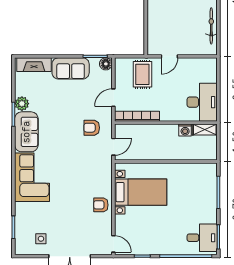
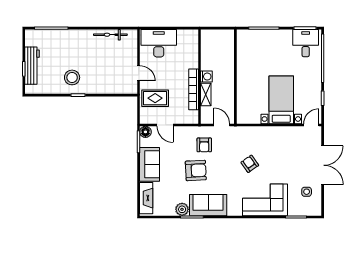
door: (113, 98) -> (165, 125), moved
desk: (202, 102) -> (159, 43), moved
bookcase: (137, 116) -> (194, 89), moved
armchair: (64, 119) -> (196, 170), added
shelving: (205, 129) -> (206, 95), moved
washing machine: (185, 130) -> (206, 77), moved
corner sofa: (32, 177) -> (265, 200), moved
bed with nightstands: (141, 192) -> (281, 100), moved
armchair: (101, 205) -> (250, 164), moved, turned 145

